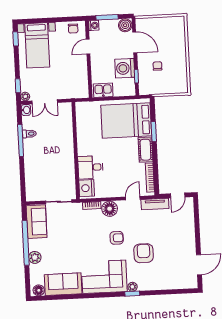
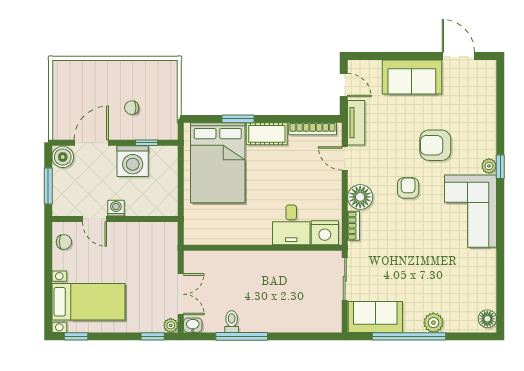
washing machine: (94, 25) -> (116, 208), moved
kitchen sink: (103, 90) -> (167, 198), removed
sofa: (63, 284) -> (412, 77), moved, turned -90

